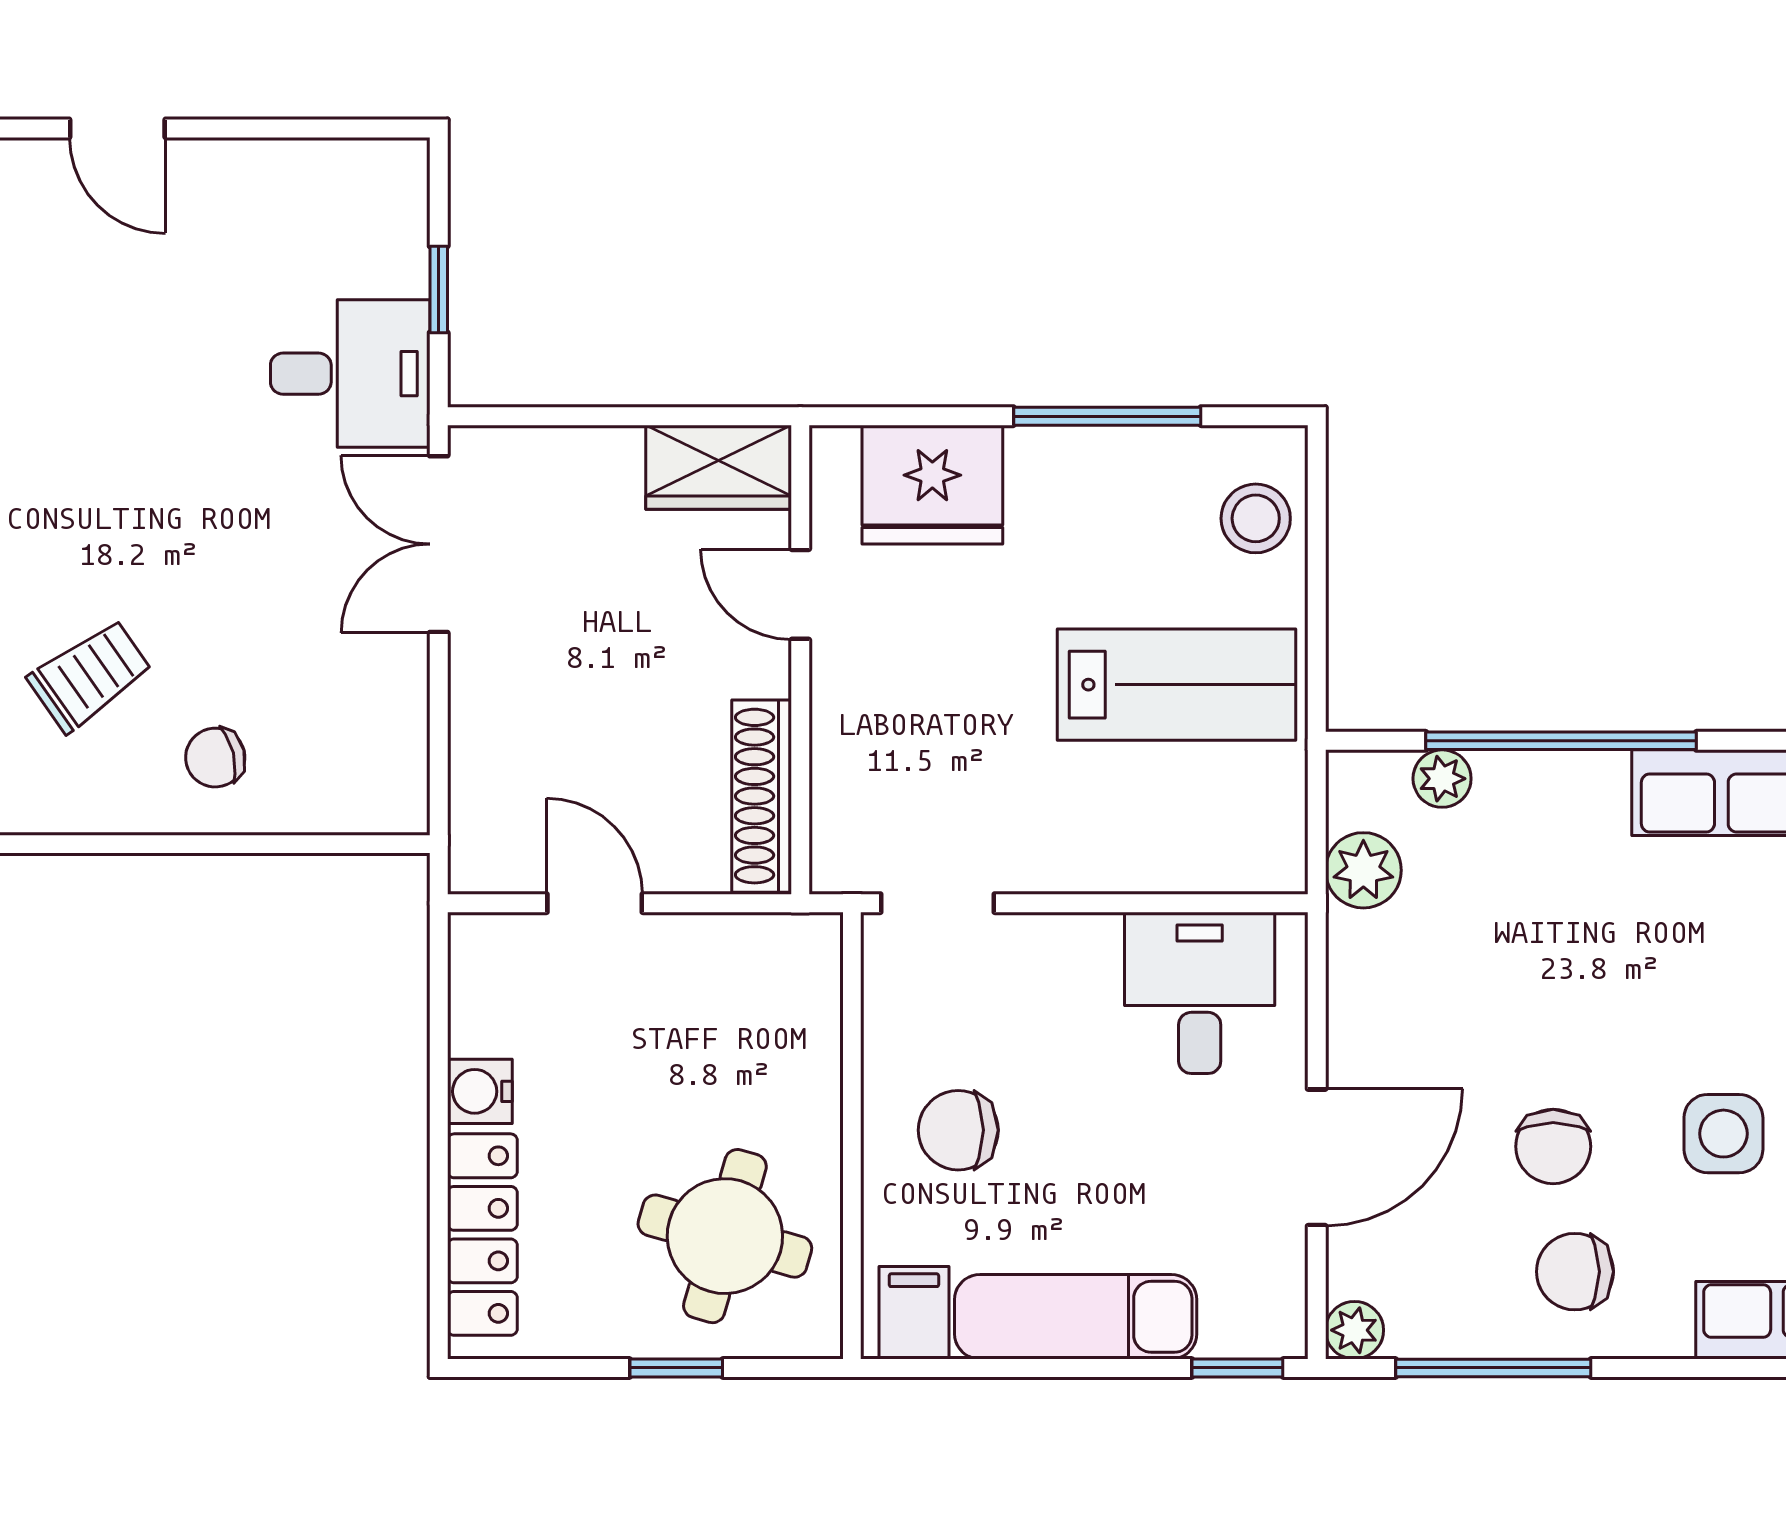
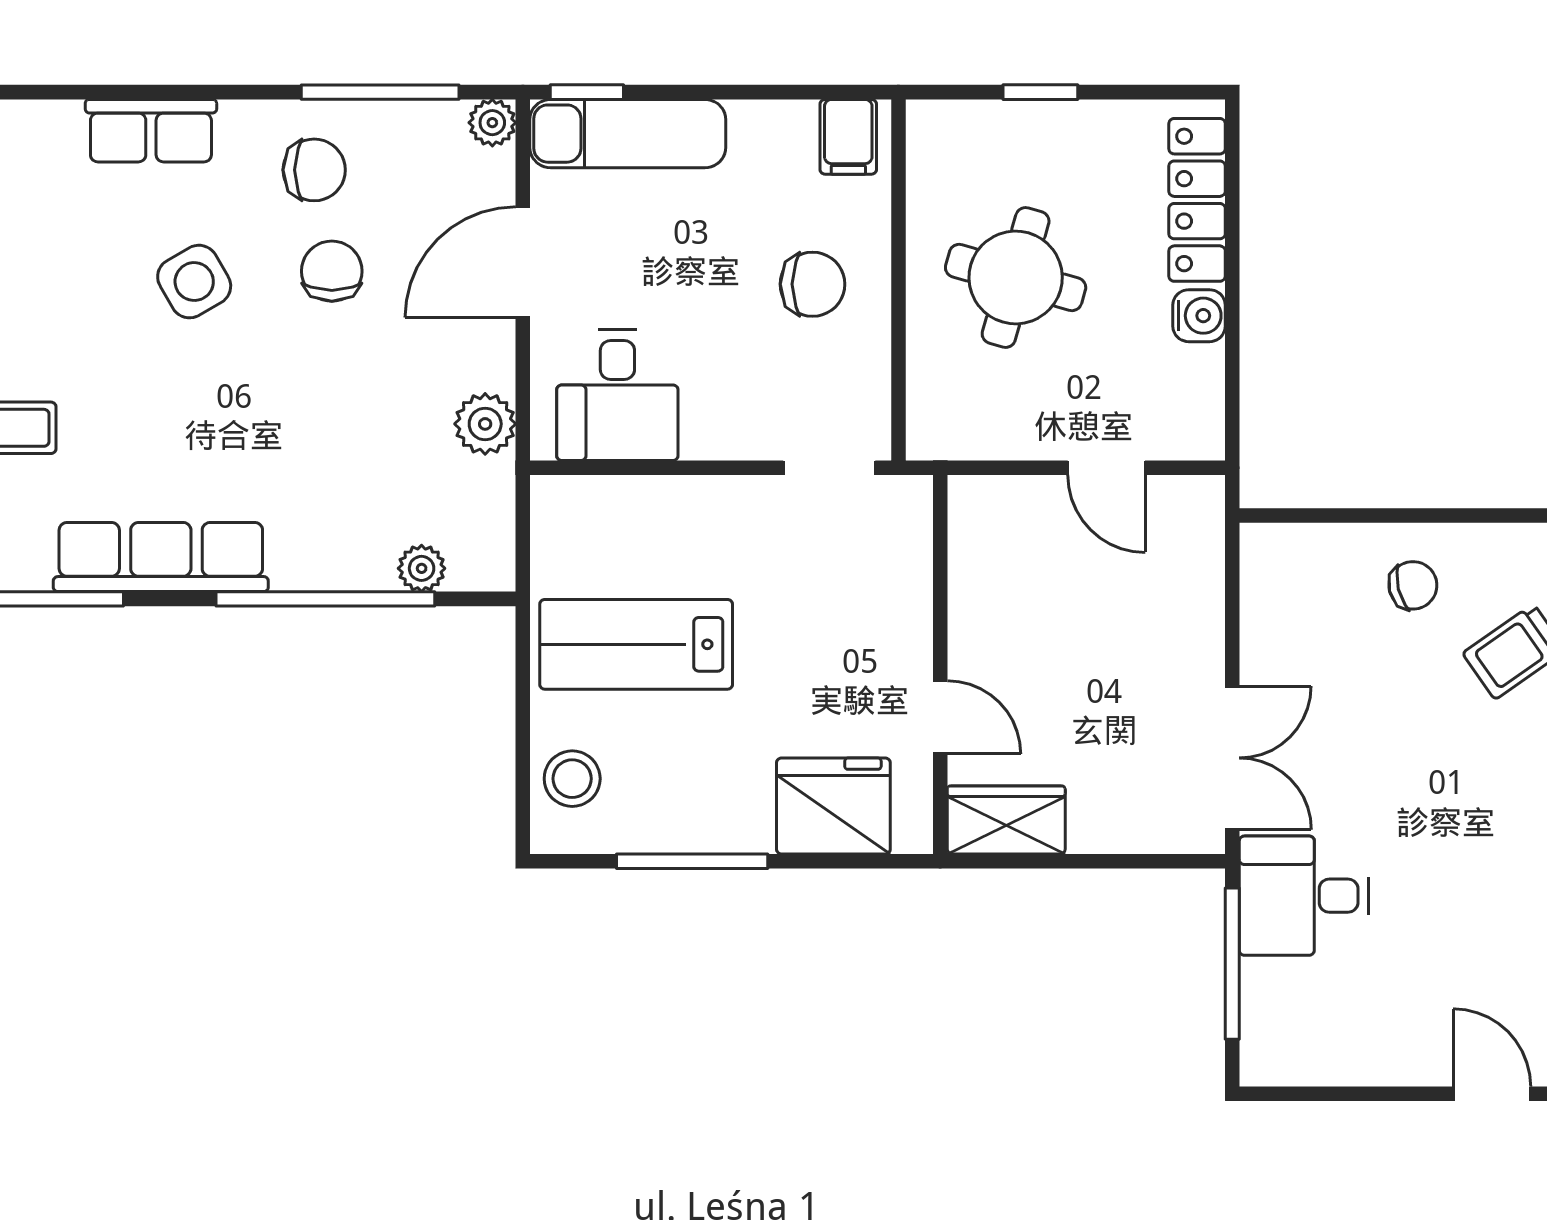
window: (439, 289) -> (1232, 964), width x2.17
shoe rack: (762, 796) -> (971, 554), removed
plant: (1363, 870) -> (485, 424), moved
side table: (1723, 1134) -> (194, 282), turned -30
round table: (725, 1236) -> (1016, 277), moved
exam couch: (1076, 1317) -> (628, 134), moved

